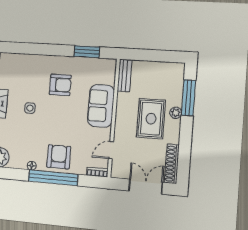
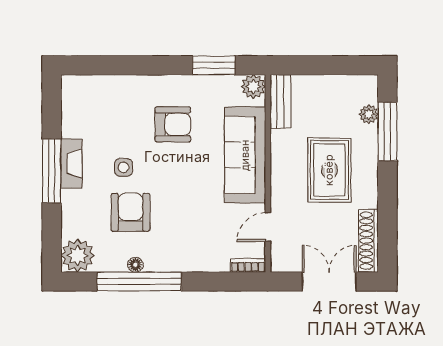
plant: (109, 66) -> (253, 87), added
sofa: (101, 106) -> (245, 155), width x1.36
plant: (176, 113) -> (369, 114), moved
armchair: (59, 157) -> (131, 212), moved
window: (53, 178) -> (139, 281), moved

